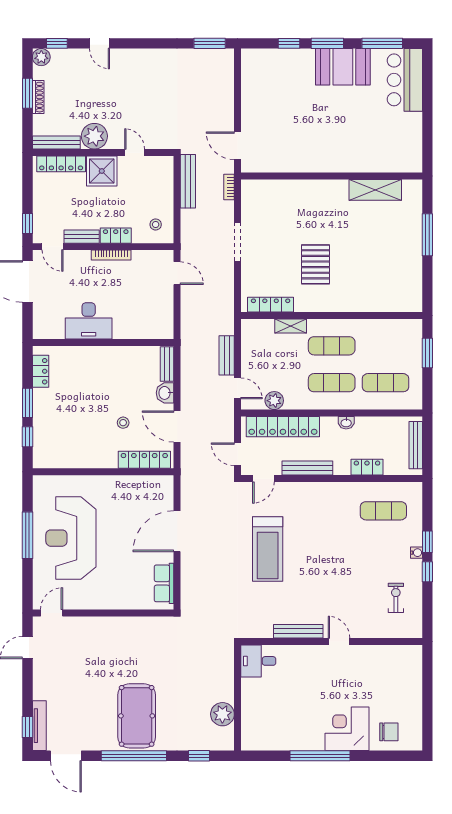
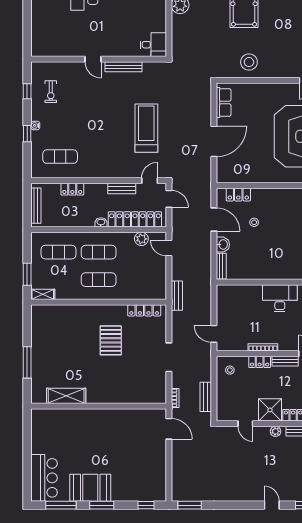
window: (289, 43) -> (146, 505), moved
plant: (94, 136) -> (275, 431), width x0.53, depth x0.53
bench: (188, 181) -> (206, 397), width x0.73
shelving: (291, 326) -> (43, 294), moved
bench: (227, 355) -> (177, 296), moved
washbasin: (346, 423) -> (101, 222), moved
locker: (144, 460) -> (238, 195), width x0.66
bench: (307, 468) -> (122, 188), width x0.73
window: (427, 572) -> (27, 91), moved
stool: (130, 638) -> (249, 62), added

